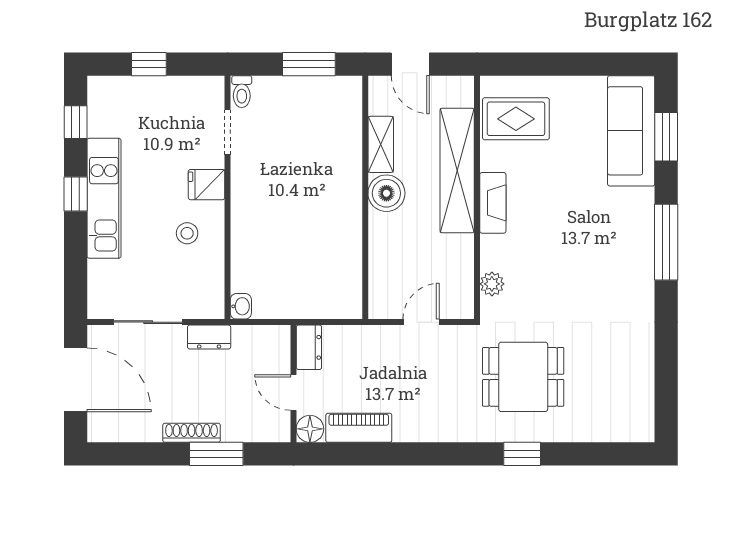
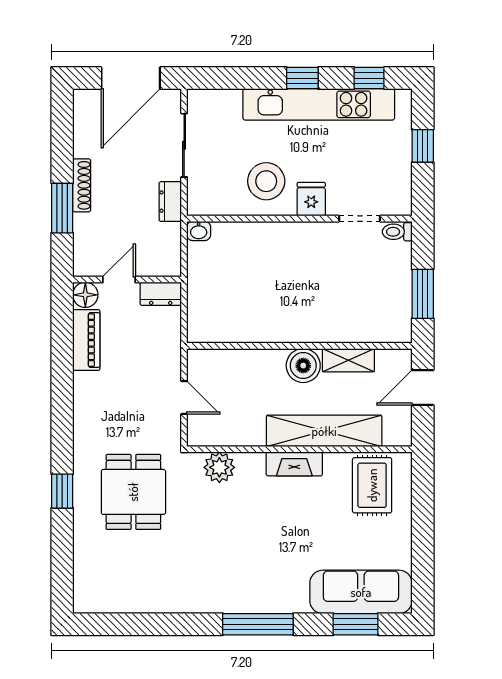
kitchen unit: (104, 198) -> (319, 104), width x1.36
stool: (187, 233) -> (266, 181), width x1.89, depth x1.89
plant: (492, 284) -> (219, 467), width x1.38, depth x1.38

